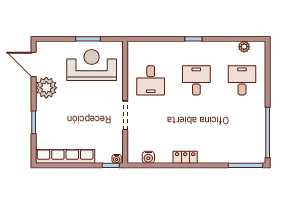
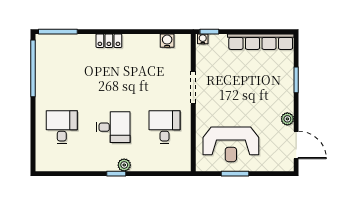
plant: (244, 47) -> (124, 165), moved
desk: (196, 80) -> (113, 127), turned -90
desk: (242, 80) -> (62, 127), turned 180
plant: (46, 88) -> (287, 119), width x0.53, depth x0.53
locker: (185, 157) -> (109, 41), moved

